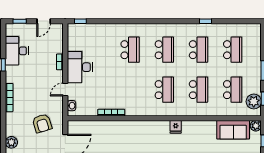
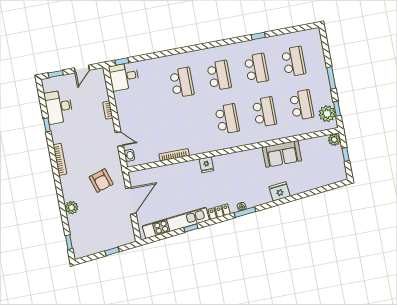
desk: (80, 67) -> (124, 77), moved, width x0.73
door: (65, 89) -> (119, 139), swing flipped
fridge: (176, 127) -> (207, 165), moved
sofa: (233, 130) -> (282, 154), moved

